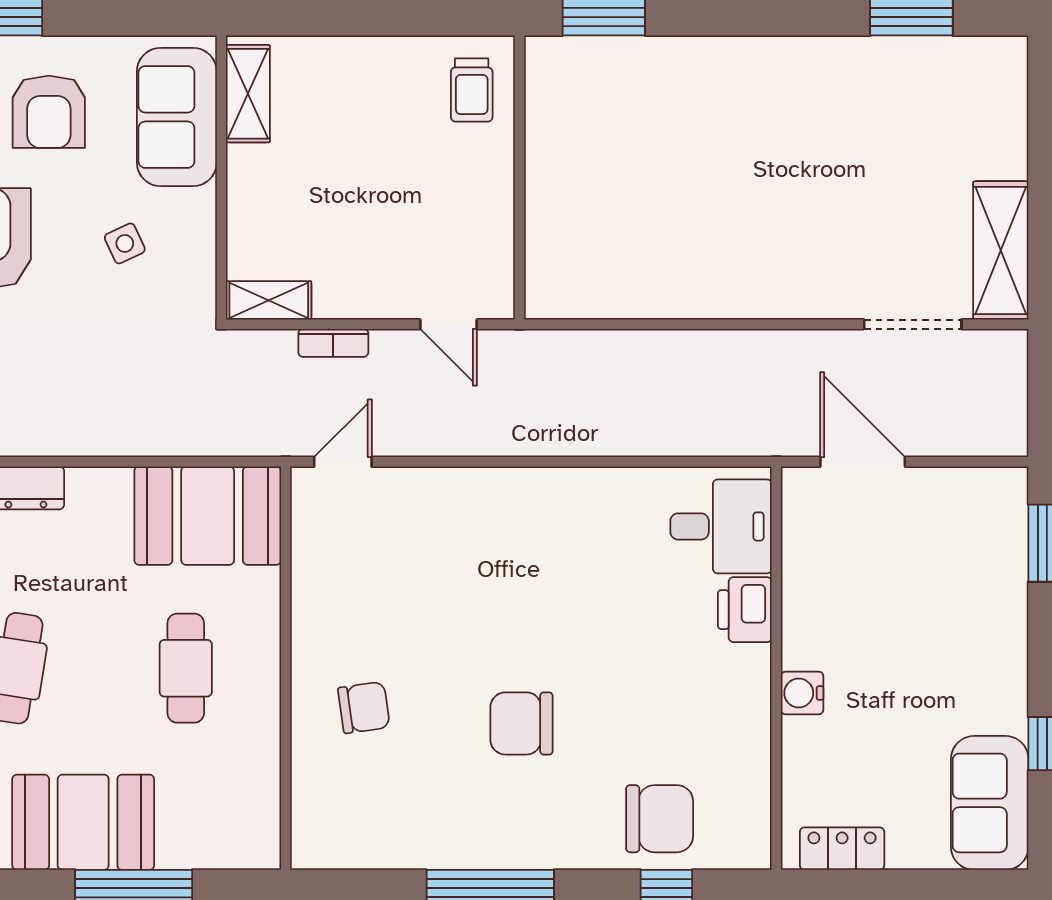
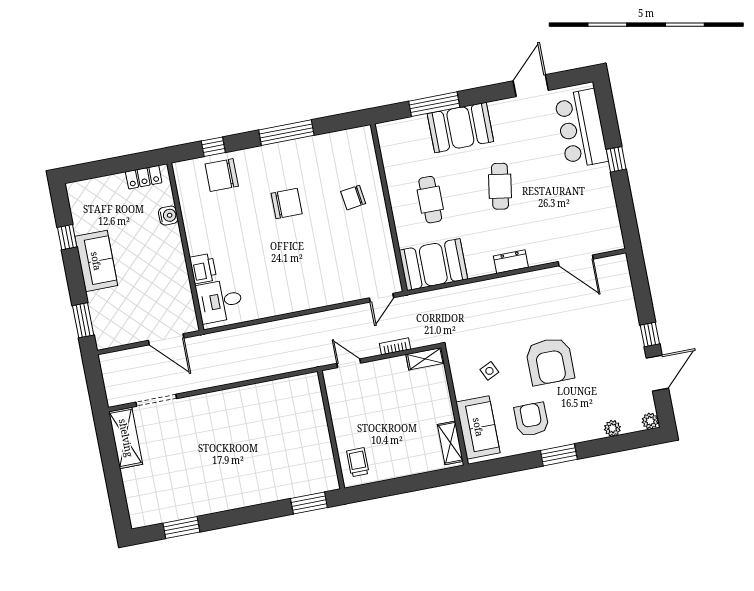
water cooler: (802, 693) -> (168, 216), moved
sofa: (990, 803) -> (96, 261), moved

